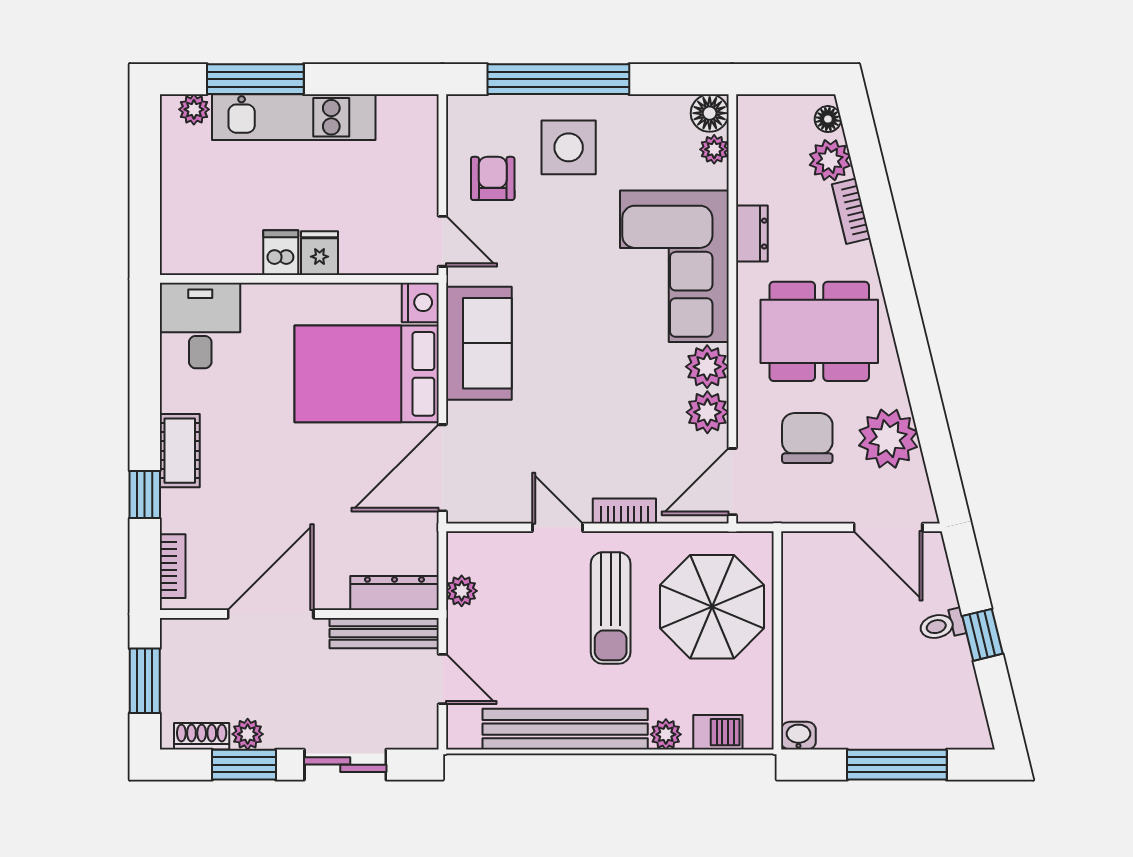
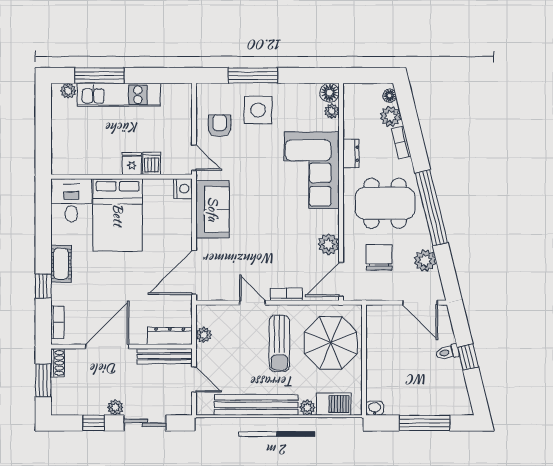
window: (558, 79) -> (253, 75), width x0.68
dishwasher: (281, 253) -> (152, 163), moved
window: (911, 340) -> (431, 208), added
plant: (707, 367) -> (328, 221), removed
bed: (367, 374) -> (118, 215), moved, turned -90
plant: (888, 439) -> (425, 261), width x0.73, depth x0.73
barbecue: (718, 732) -> (334, 404), width x1.38, depth x1.27
plant: (248, 734) -> (115, 407), moved
shoe rack: (202, 736) -> (58, 363), moved, turned 90
window: (244, 765) -> (94, 423), width x0.67

